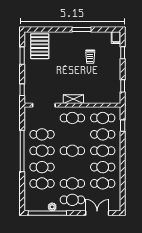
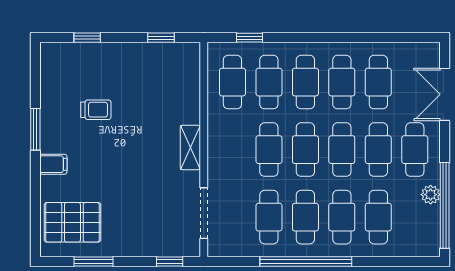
filing cabinet: (116, 38) -> (53, 164), moved
cafe table: (72, 118) -> (269, 150), moved
cafe table: (72, 167) -> (342, 150), added

